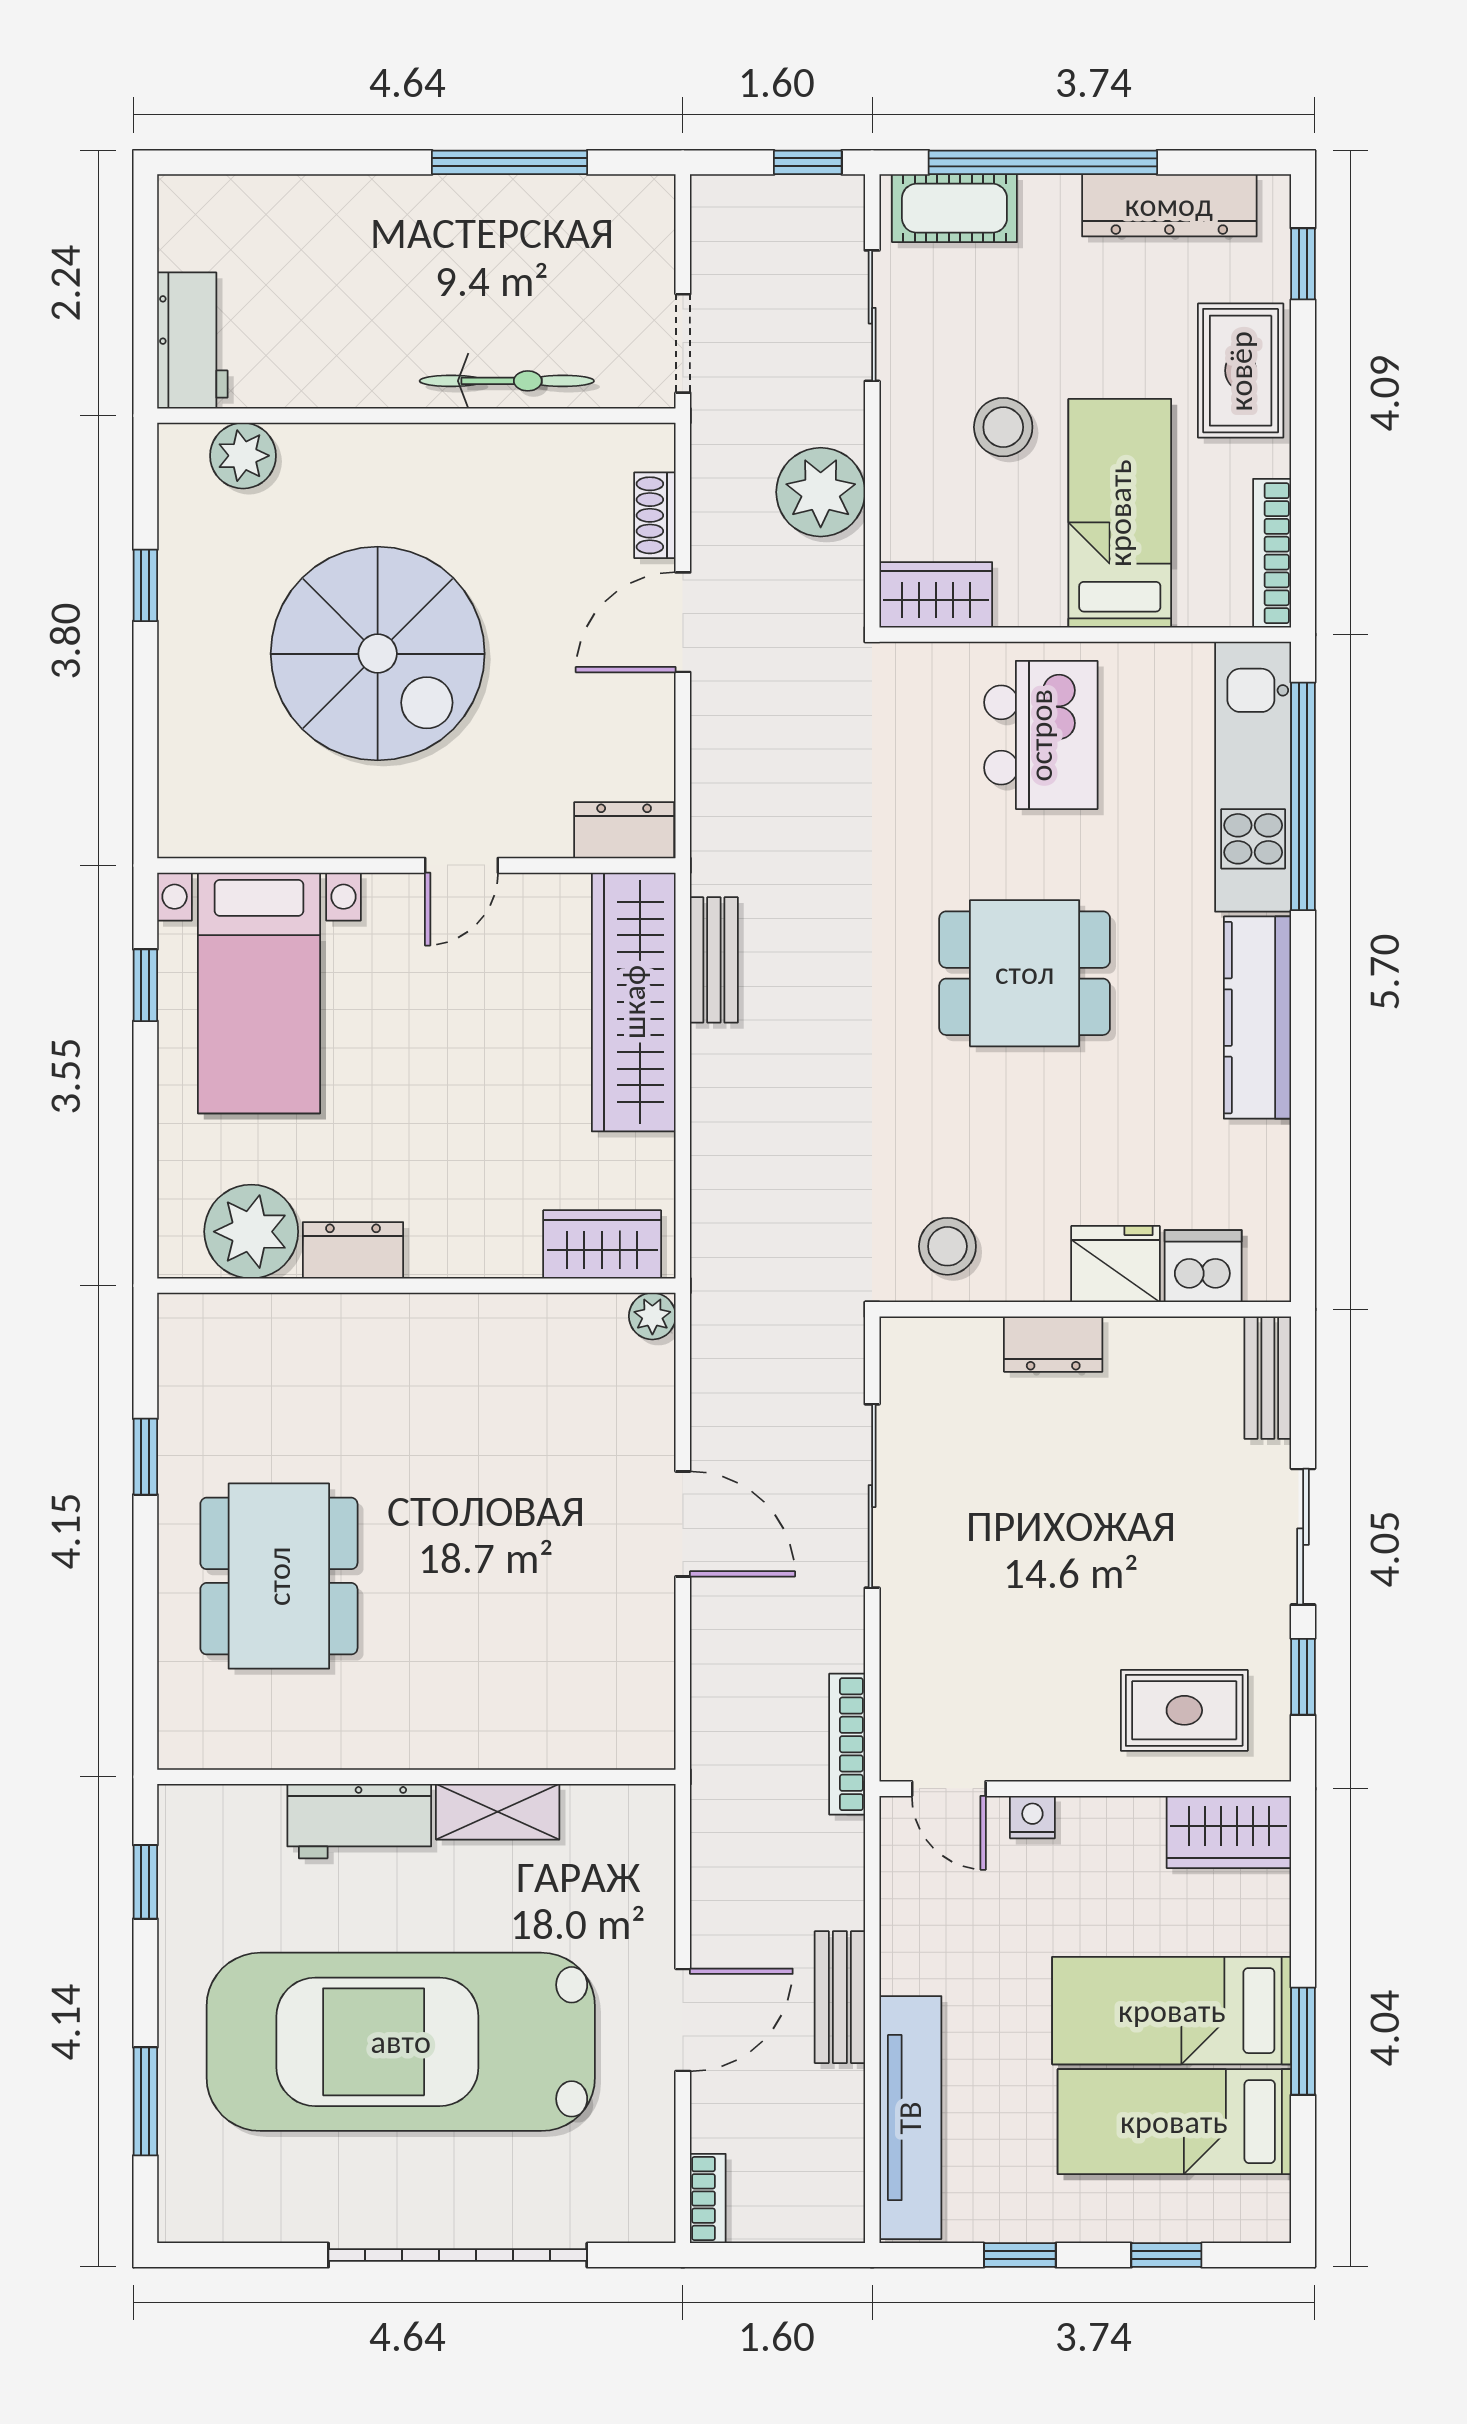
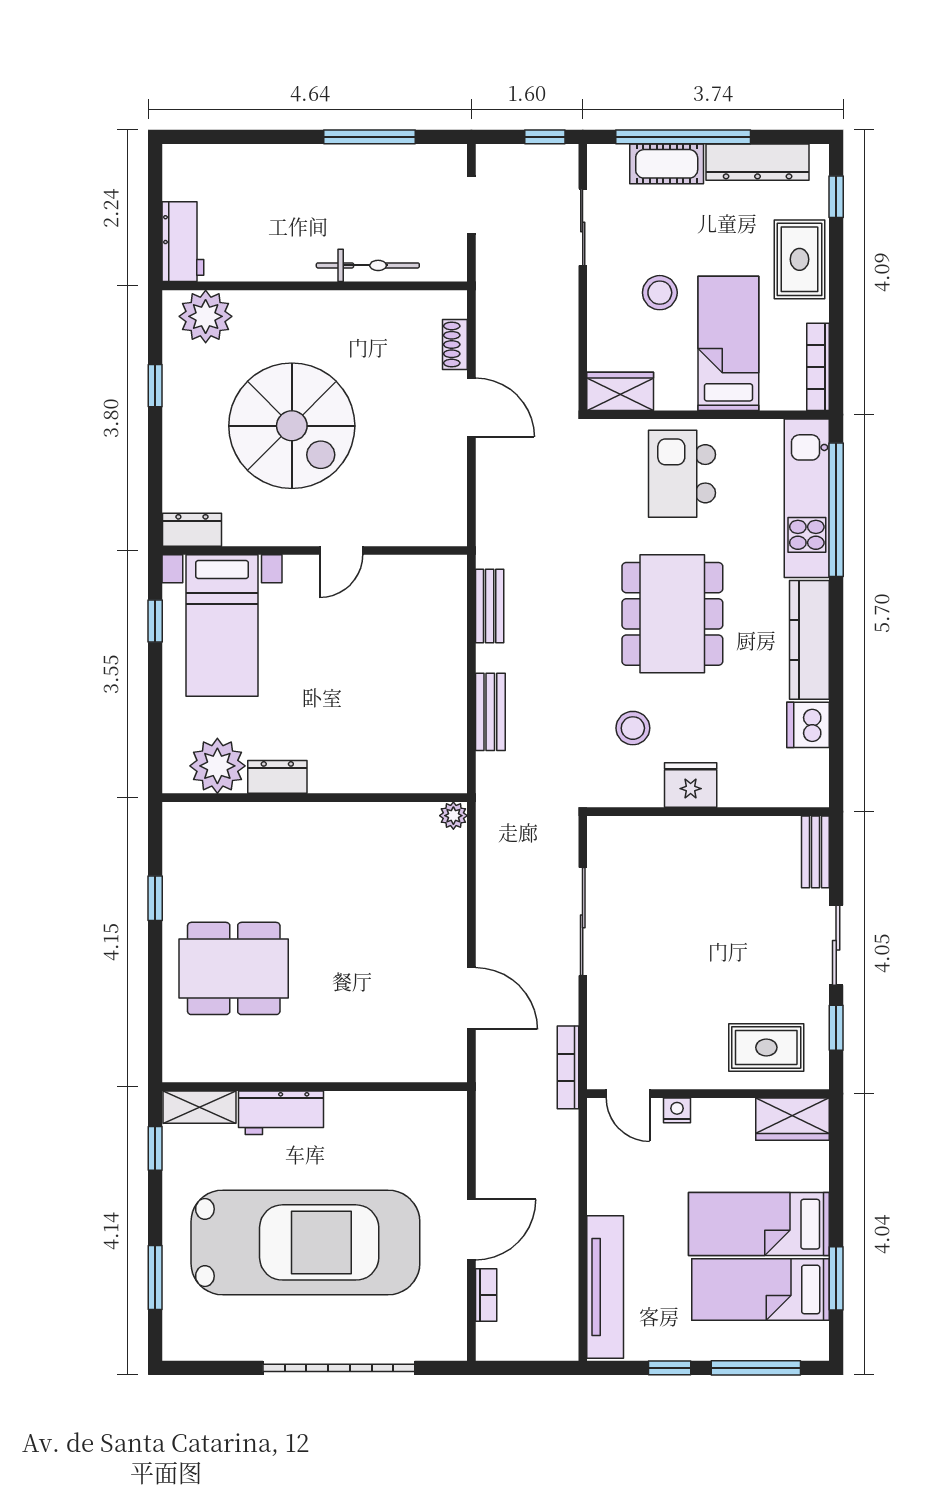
cot: (954, 208) -> (667, 164), moved
doorway: (683, 343) -> (471, 205), moved
plant: (243, 456) -> (206, 316), width x1.36, depth x1.36
plant: (821, 492) -> (552, 331), removed
door: (683, 622) -> (471, 407), swing flipped
kitchen island: (1041, 735) -> (682, 474), turned 180
dresser: (624, 830) -> (192, 530), moved
dining table: (1025, 973) -> (672, 614), width x1.38
wardrobe: (634, 1002) -> (442, 631), removed
wardrobe: (602, 1244) -> (424, 773), removed
stool: (947, 1246) -> (633, 728), moved
fridge: (1116, 1264) -> (691, 785), moved
dishwasher: (1203, 1266) -> (808, 725), moved, turned -90
dresser: (1053, 1344) -> (689, 832), removed
door: (683, 1524) -> (471, 998), moved
dining table: (279, 1576) -> (234, 968), turned 90
shelving: (498, 1812) -> (200, 1107), moved
bench: (840, 1997) -> (490, 712), moved
window: (1303, 2041) -> (836, 1278), moved
car: (401, 2042) -> (305, 1242), turned 180
bookcase: (708, 2199) -> (486, 1295), moved
window: (1166, 2255) -> (756, 1368), width x2.17

